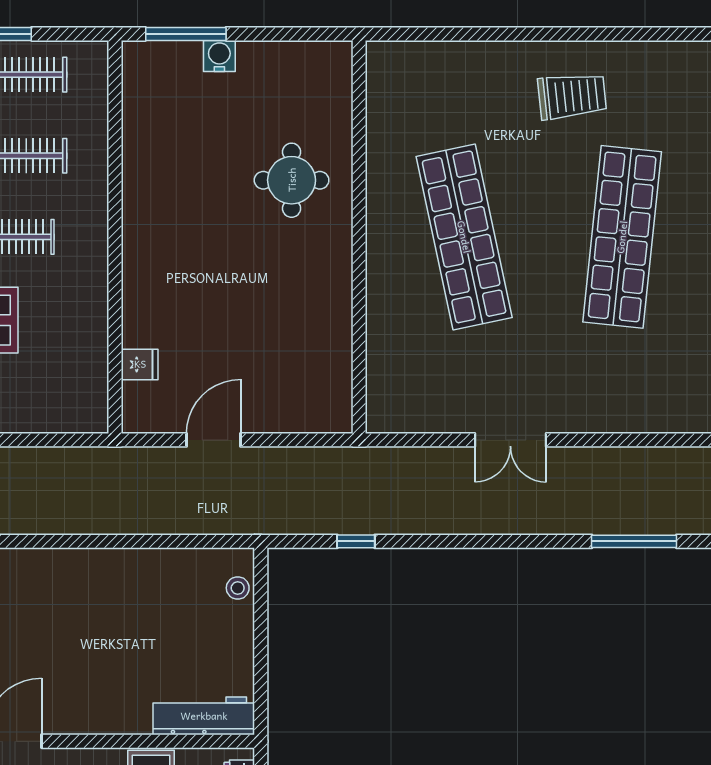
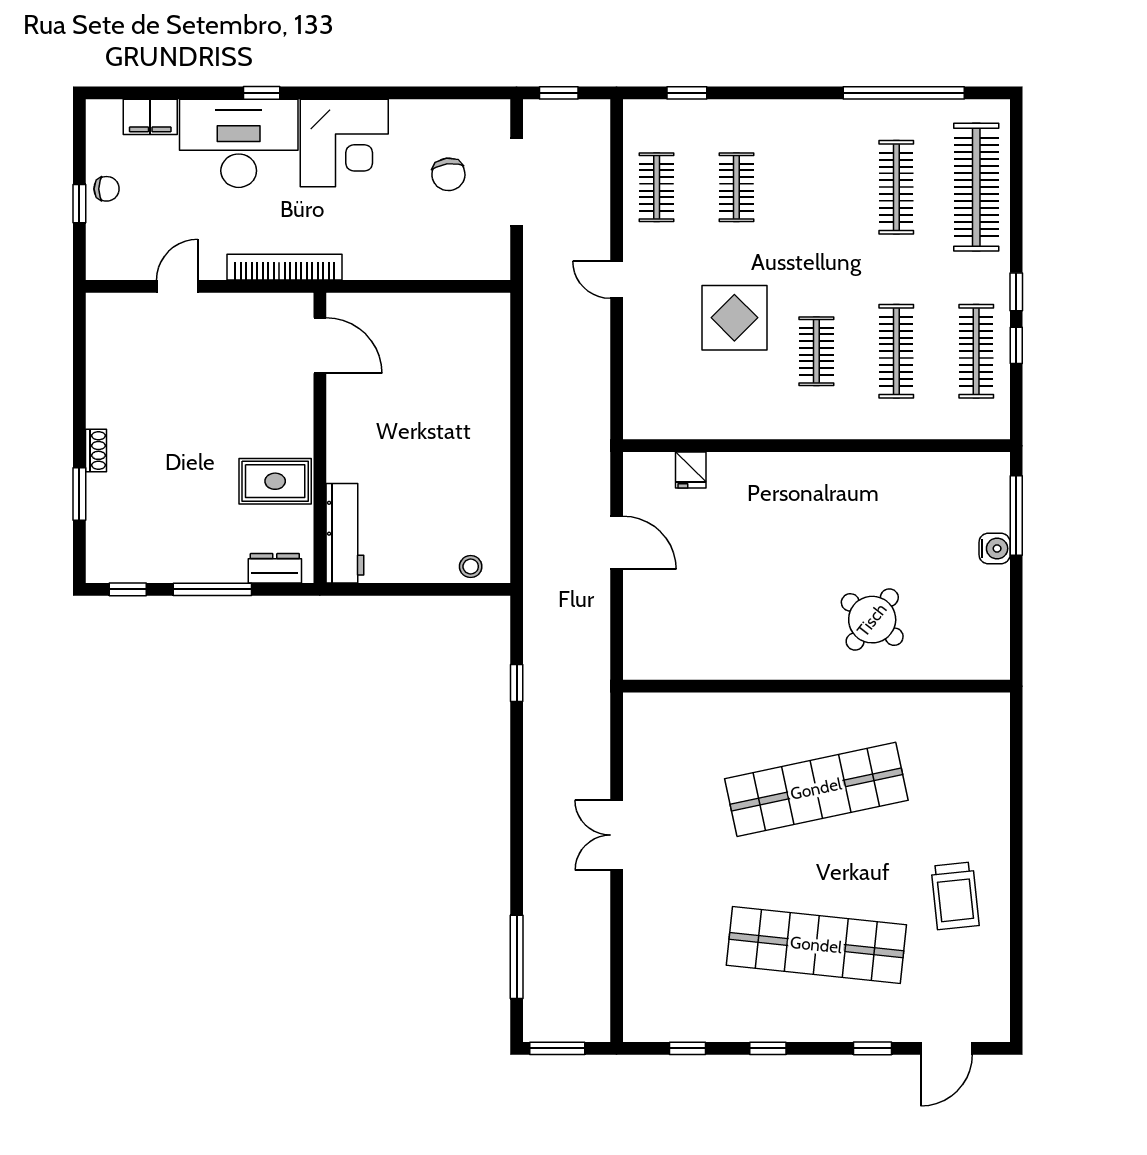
round table: (292, 180) -> (872, 620), turned 38

